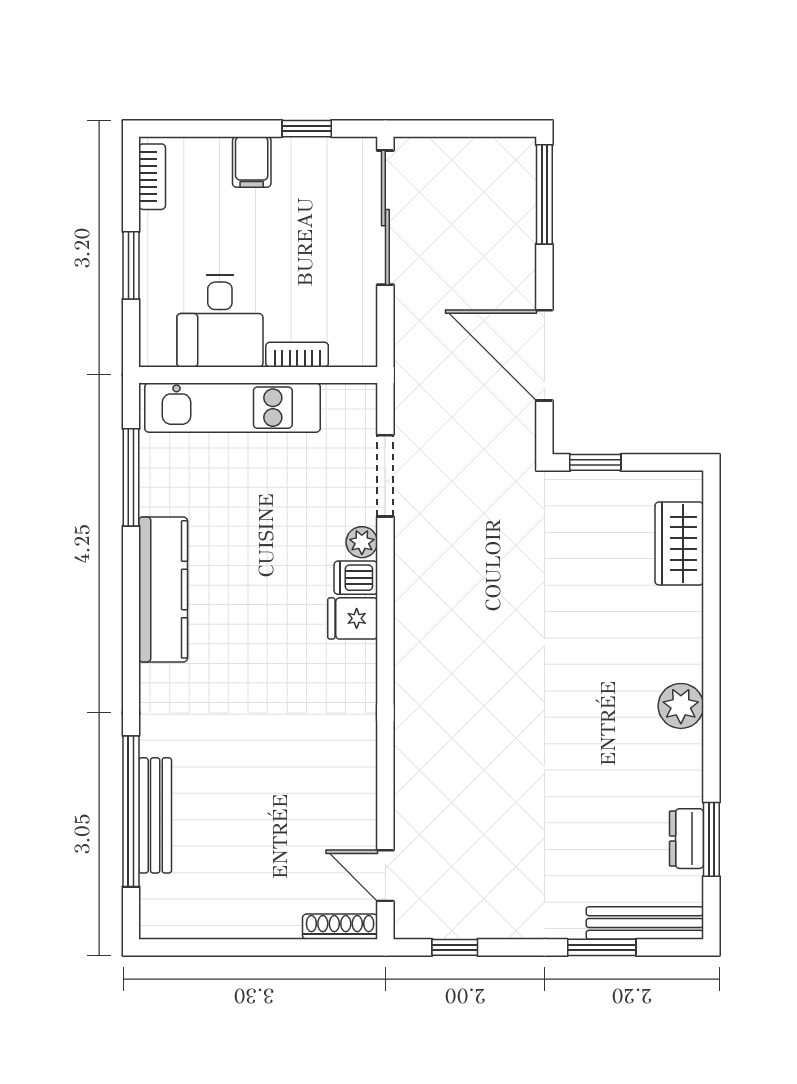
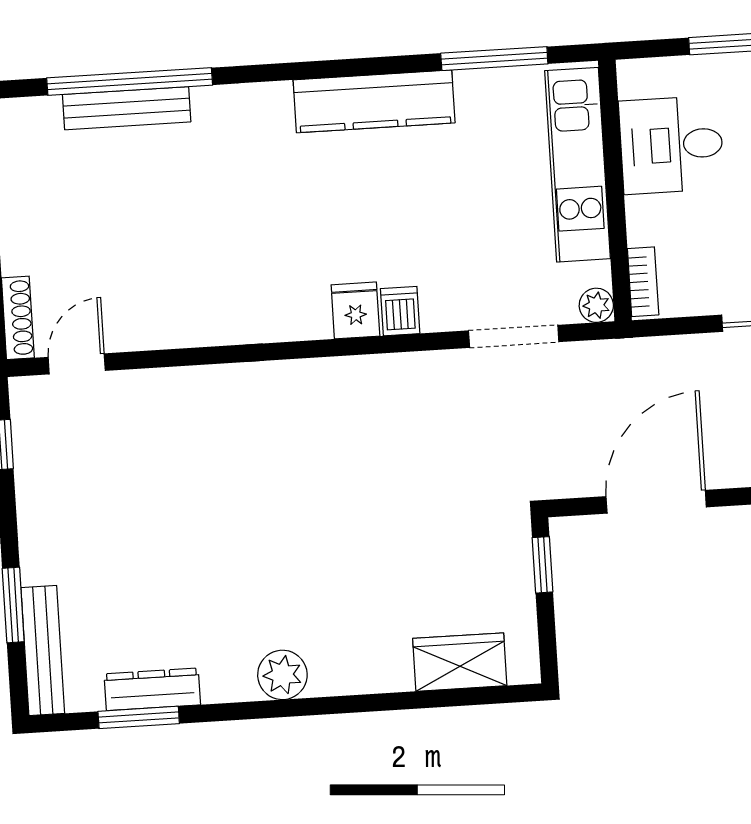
bookcase: (297, 355) -> (643, 282), moved
plant: (362, 542) -> (596, 305), moved
dresser: (687, 839) -> (152, 689), width x1.44

